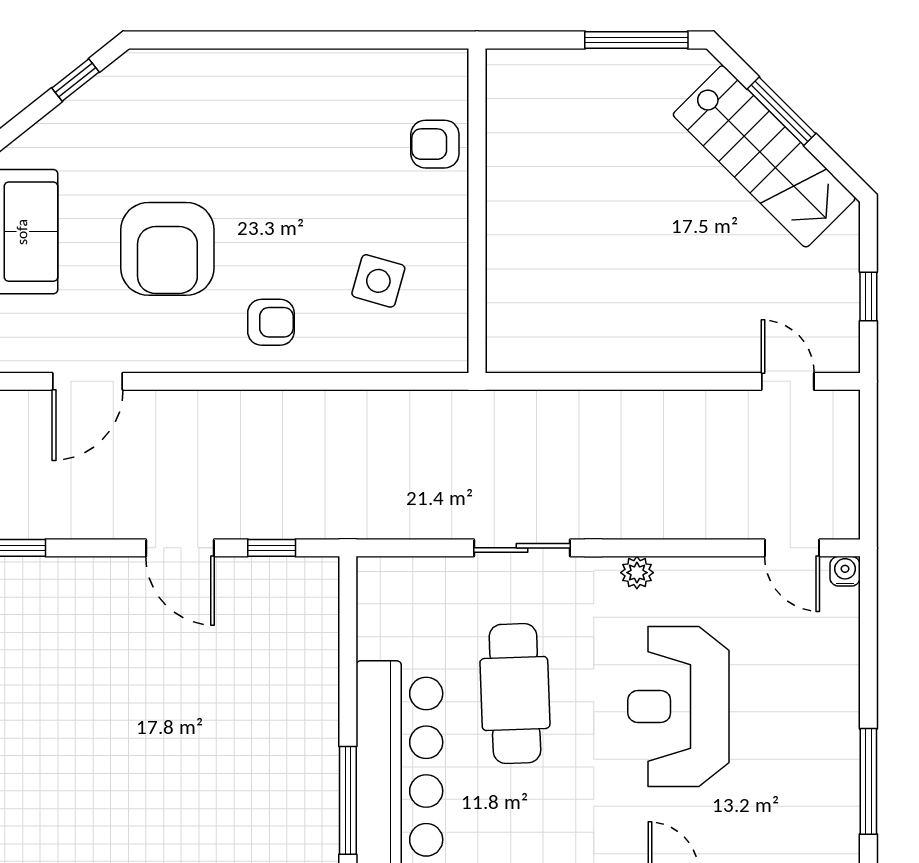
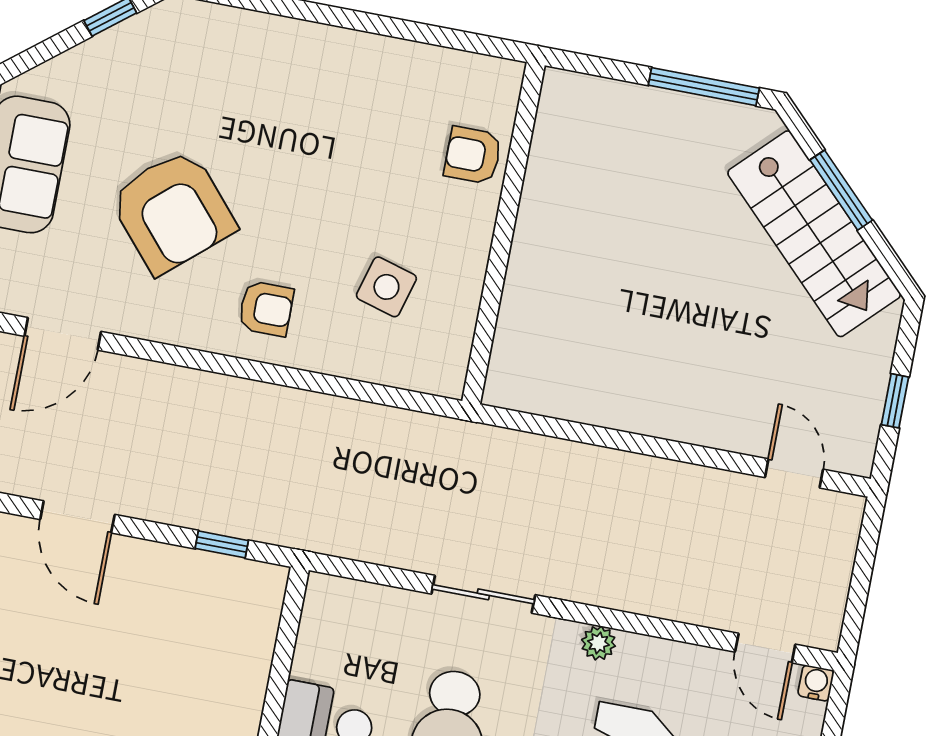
armchair: (167, 249) -> (173, 211), turned -41
door: (180, 548) -> (77, 517), moved

